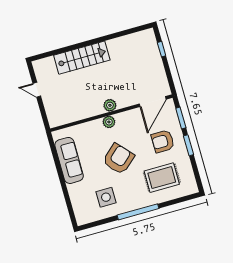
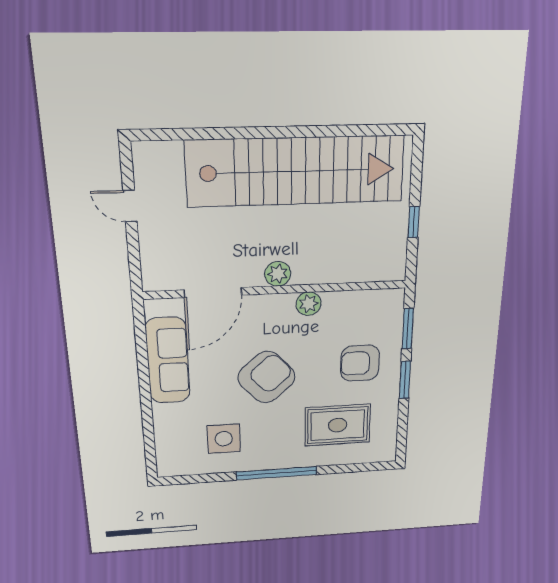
window: (162, 49) -> (414, 222), moved
stairs: (82, 58) -> (296, 171), width x1.86, depth x1.51
door: (153, 102) -> (213, 292), moved
plant: (109, 122) -> (309, 304), moved

